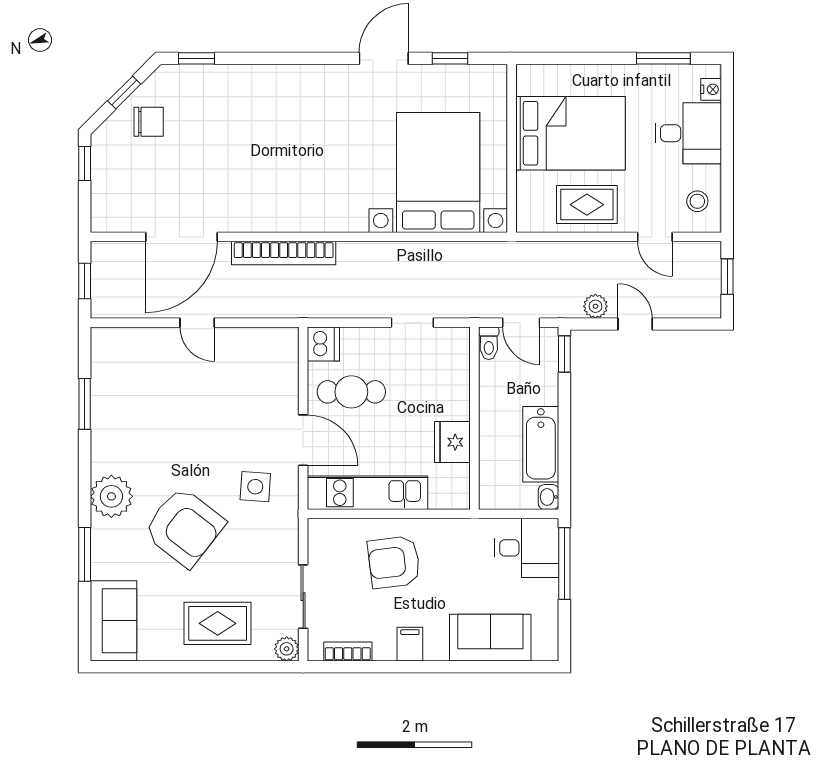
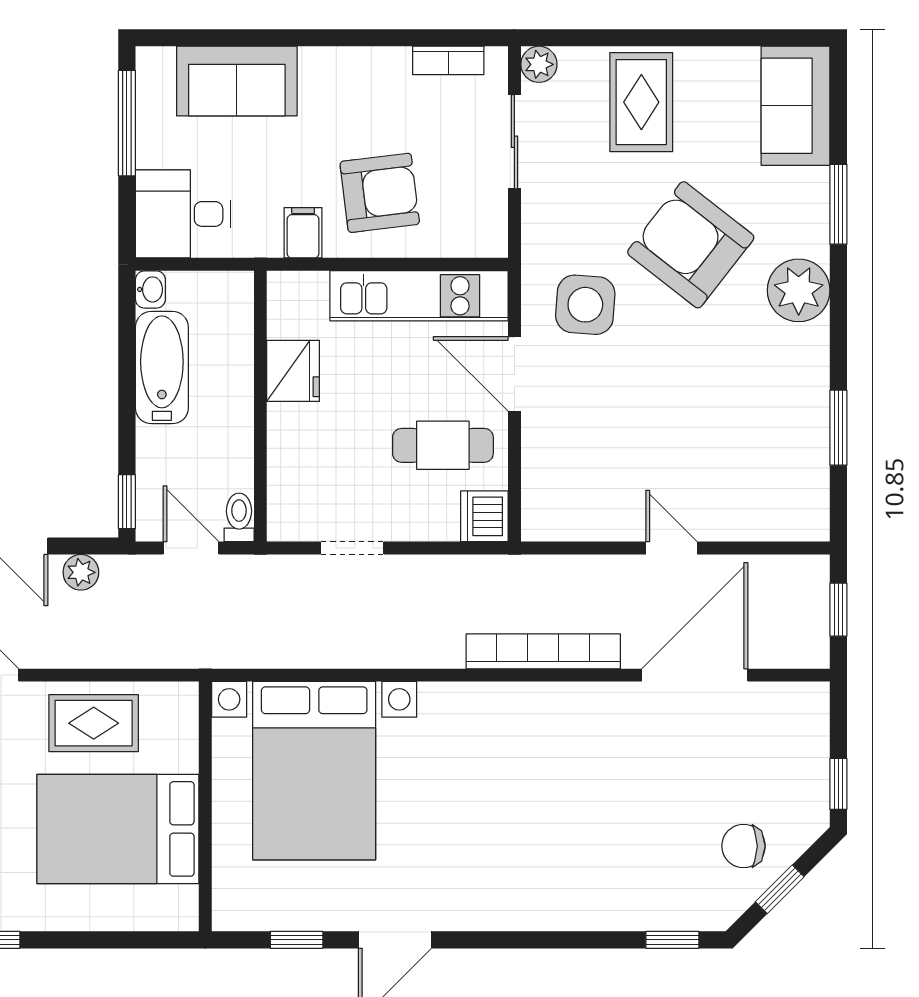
side table: (255, 487) -> (585, 305), width x1.37, depth x1.37
window: (564, 563) -> (127, 123), moved
rug: (218, 623) -> (641, 102), turned 90
filing cabinet: (410, 644) -> (303, 233), moved, turned 180

